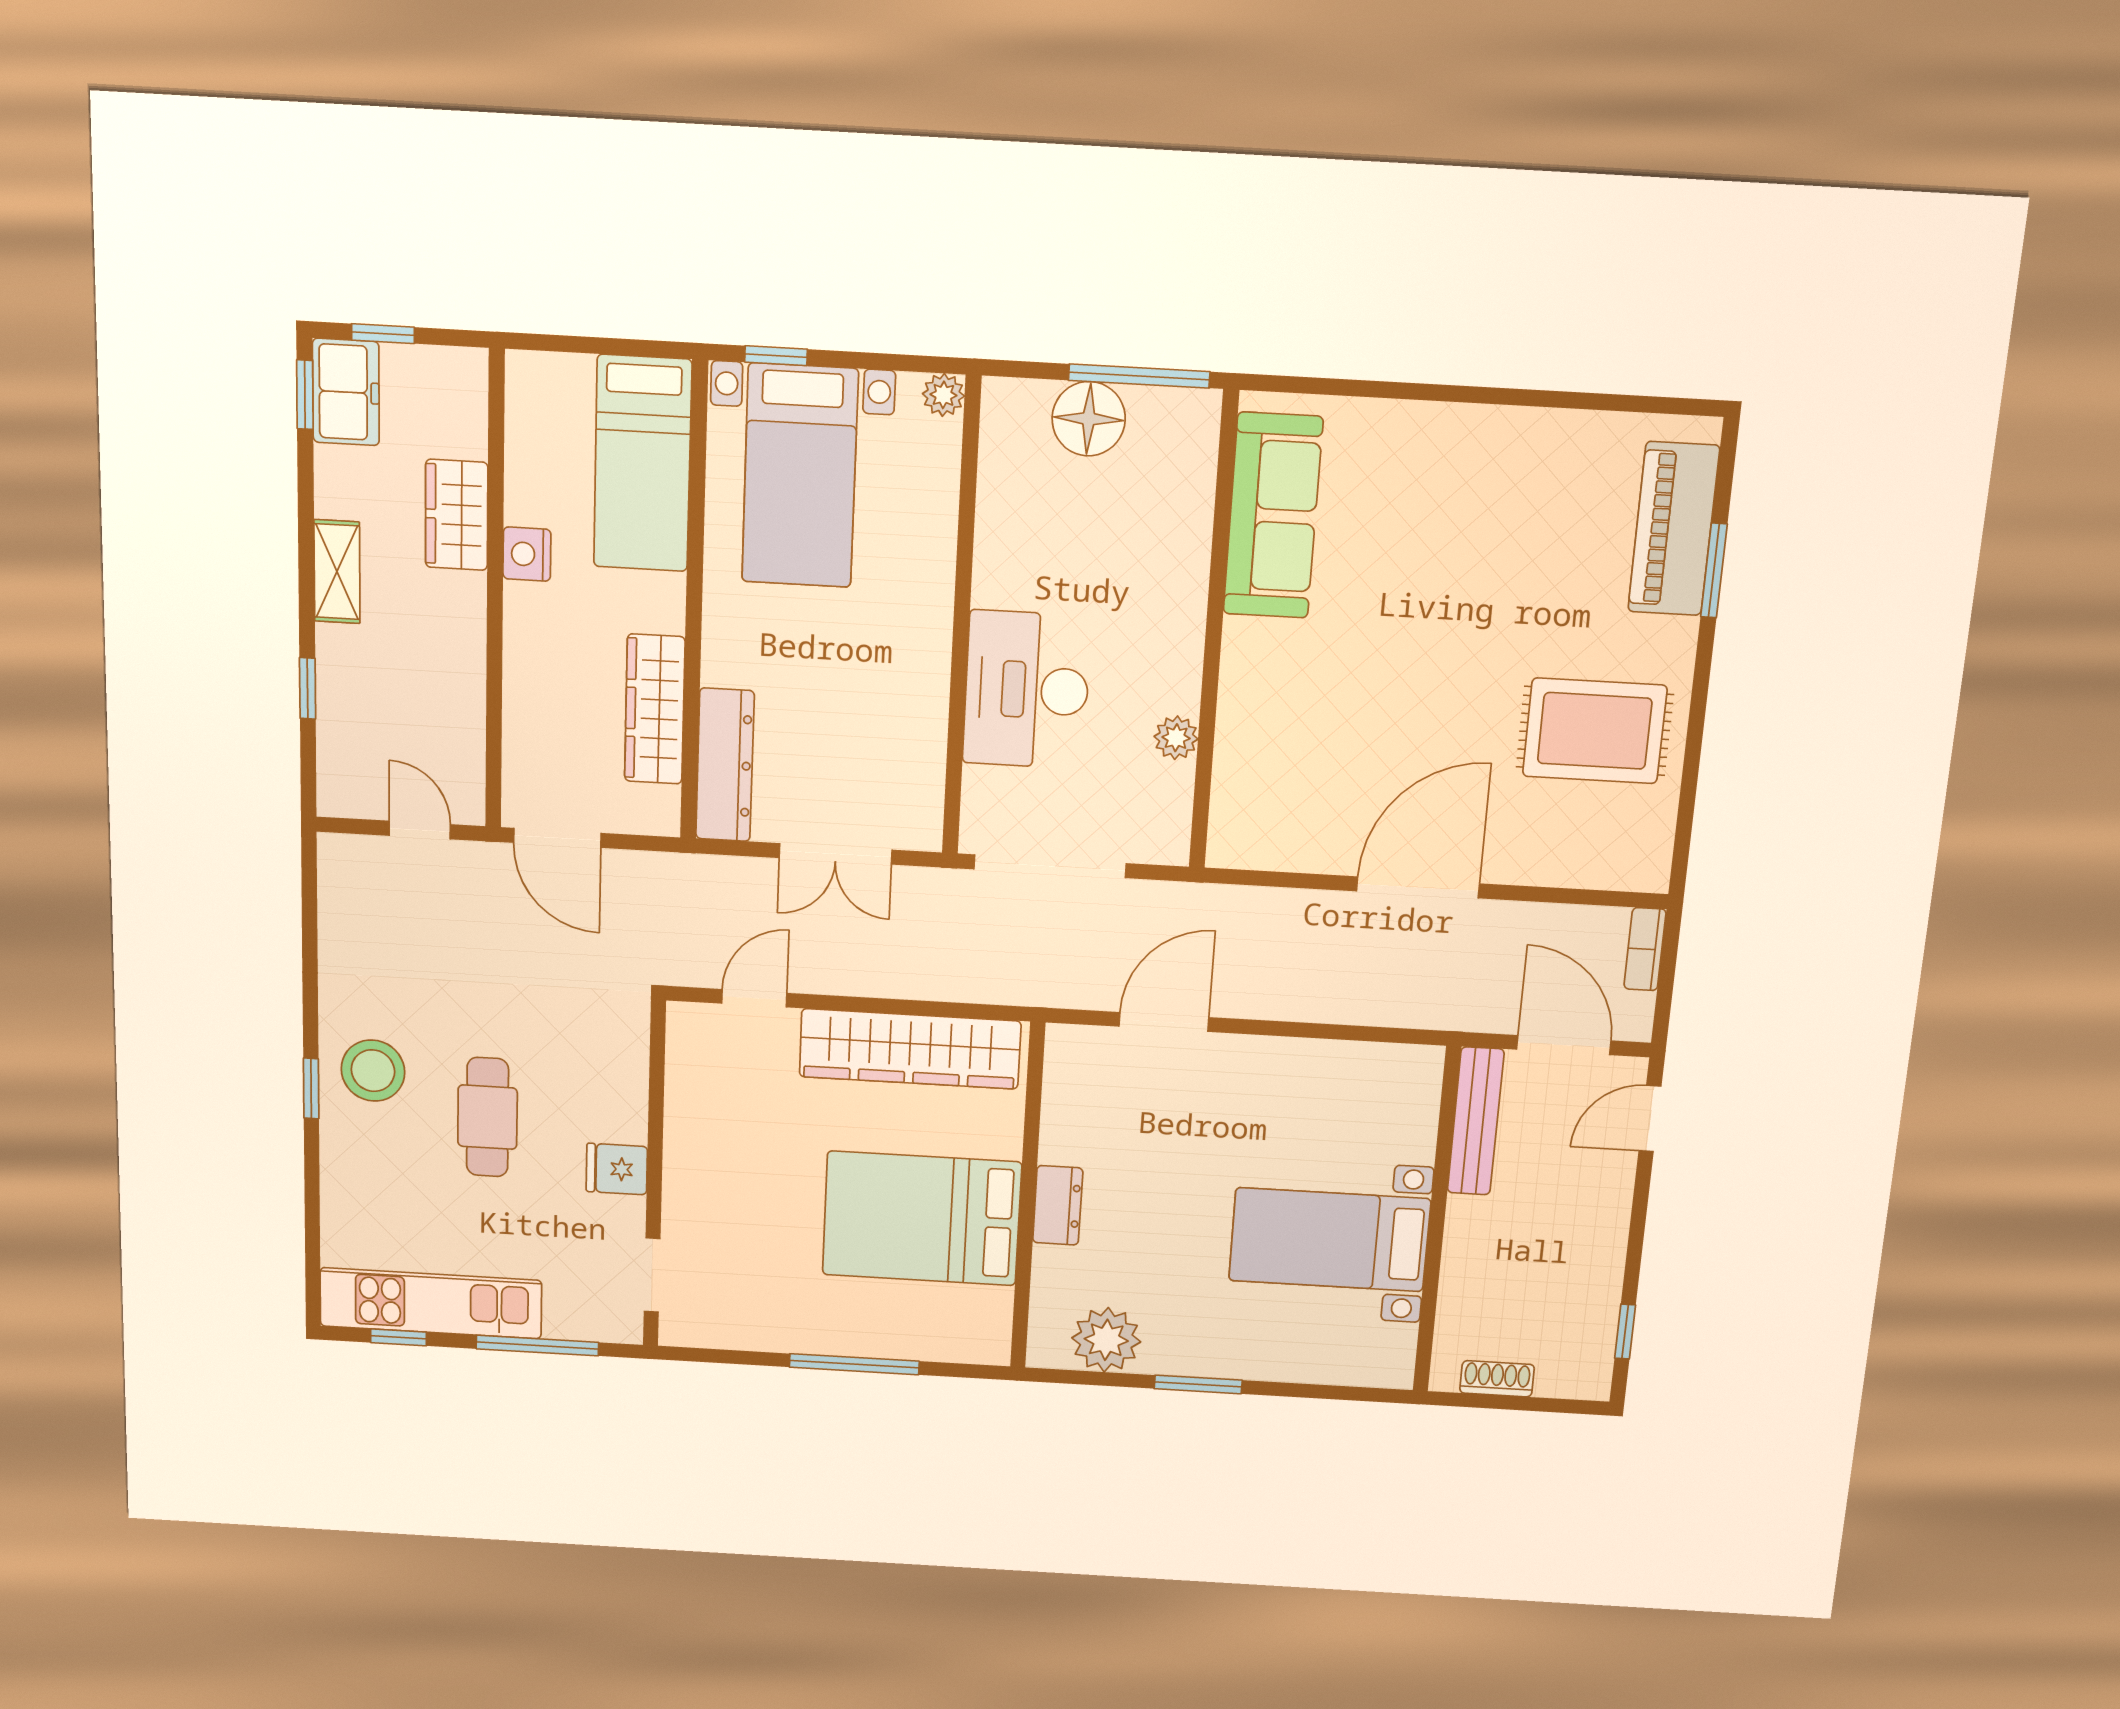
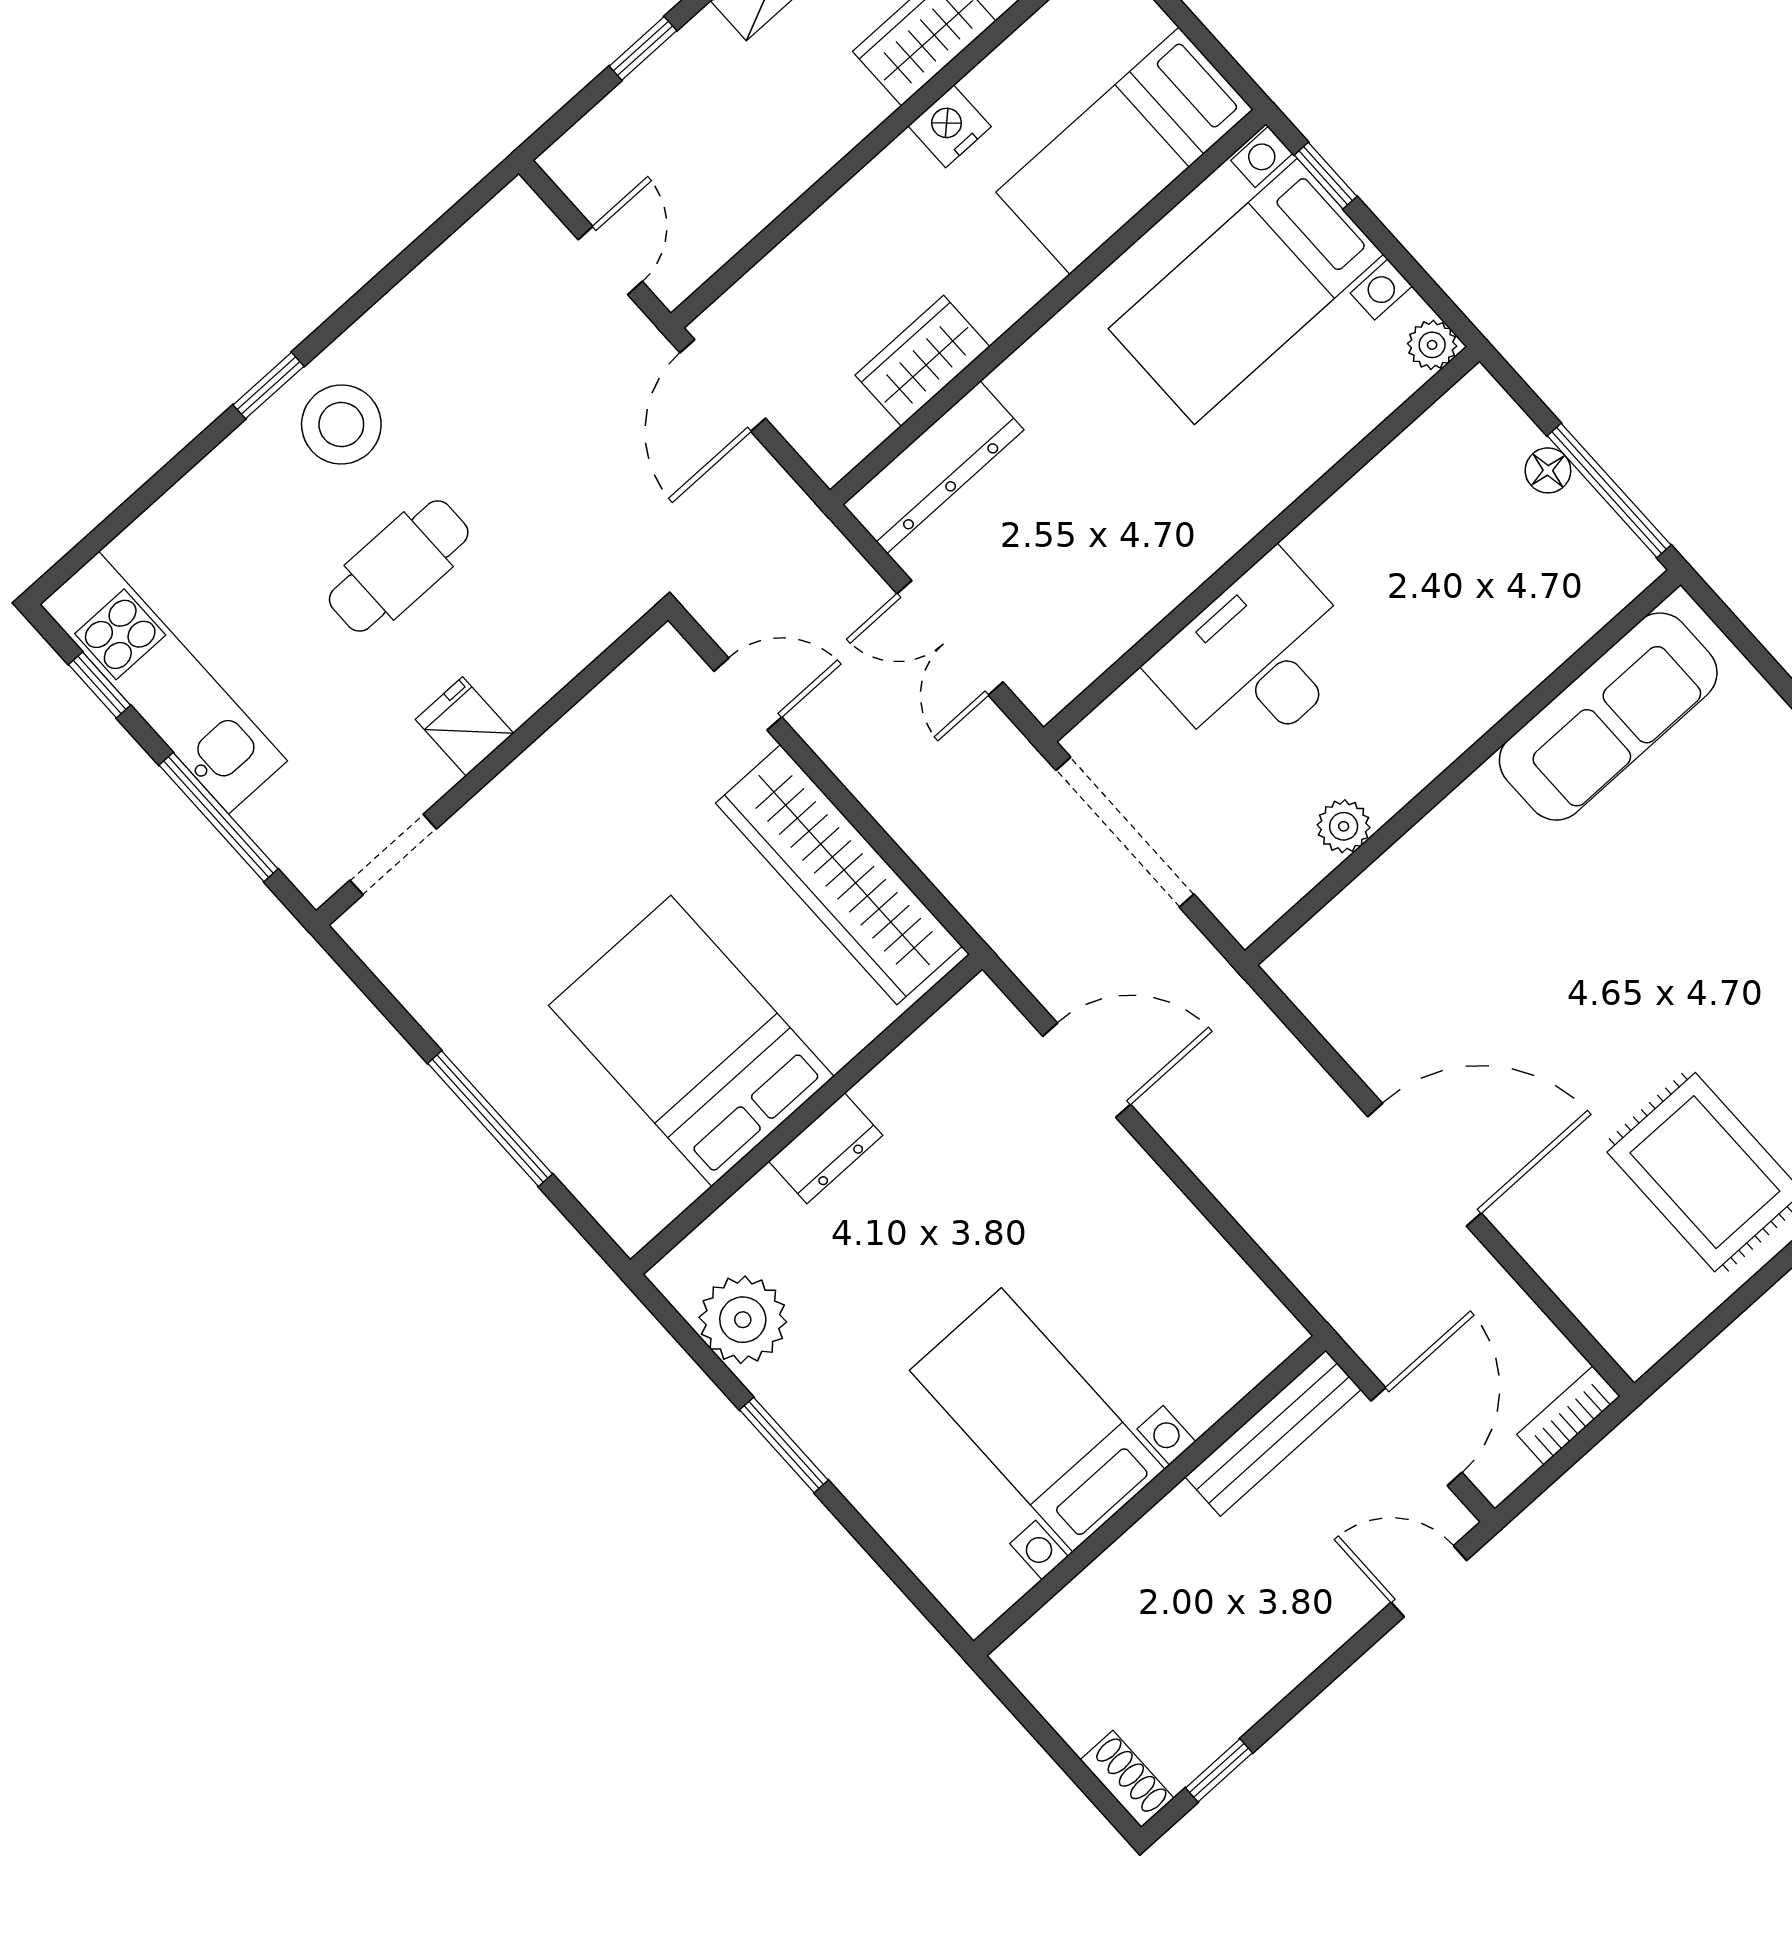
floor lamp: (1089, 419) -> (1548, 470), width x0.53, depth x0.53
wardrobe: (655, 709) -> (922, 361), width x0.67
shoe rack: (1497, 1379) -> (1127, 1779), moved

